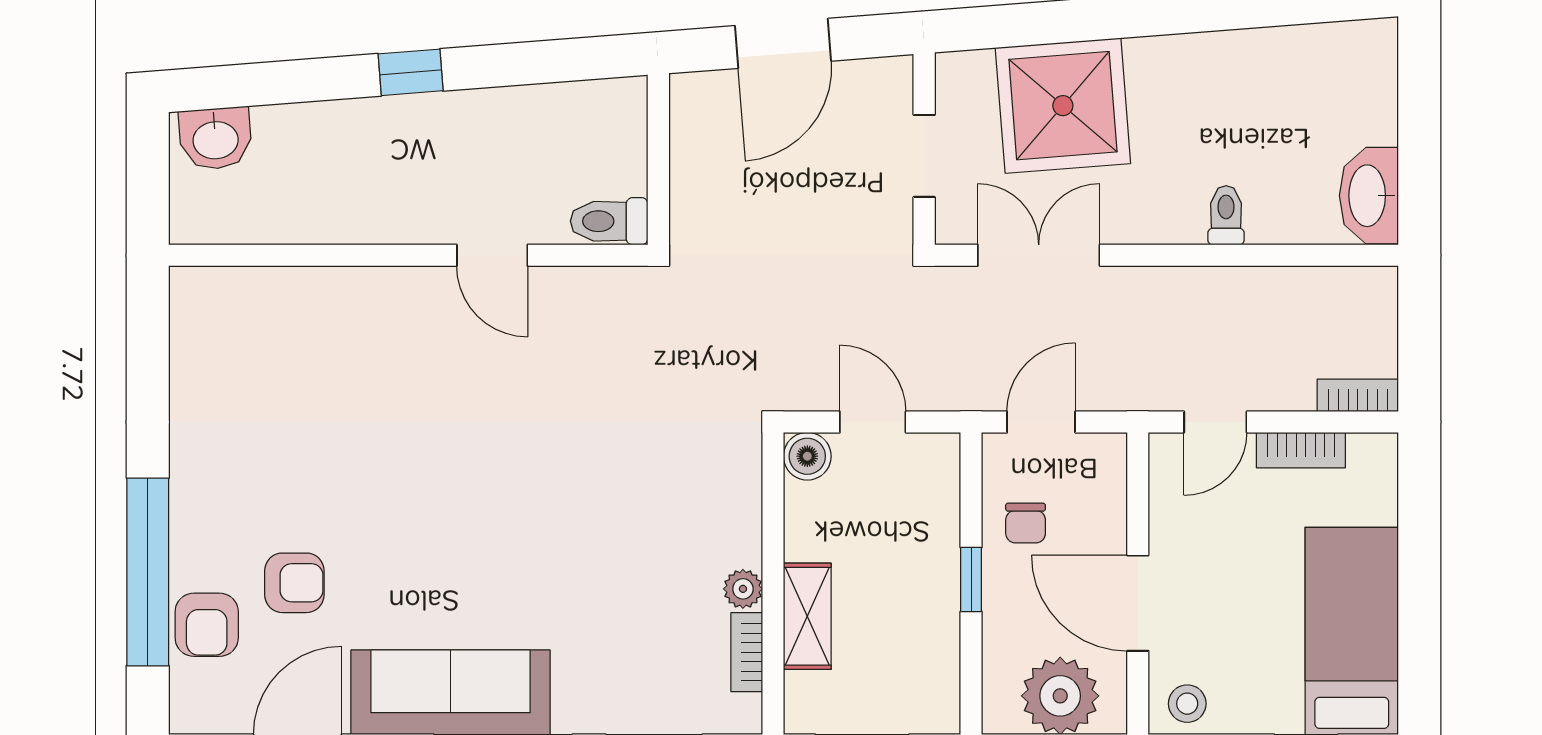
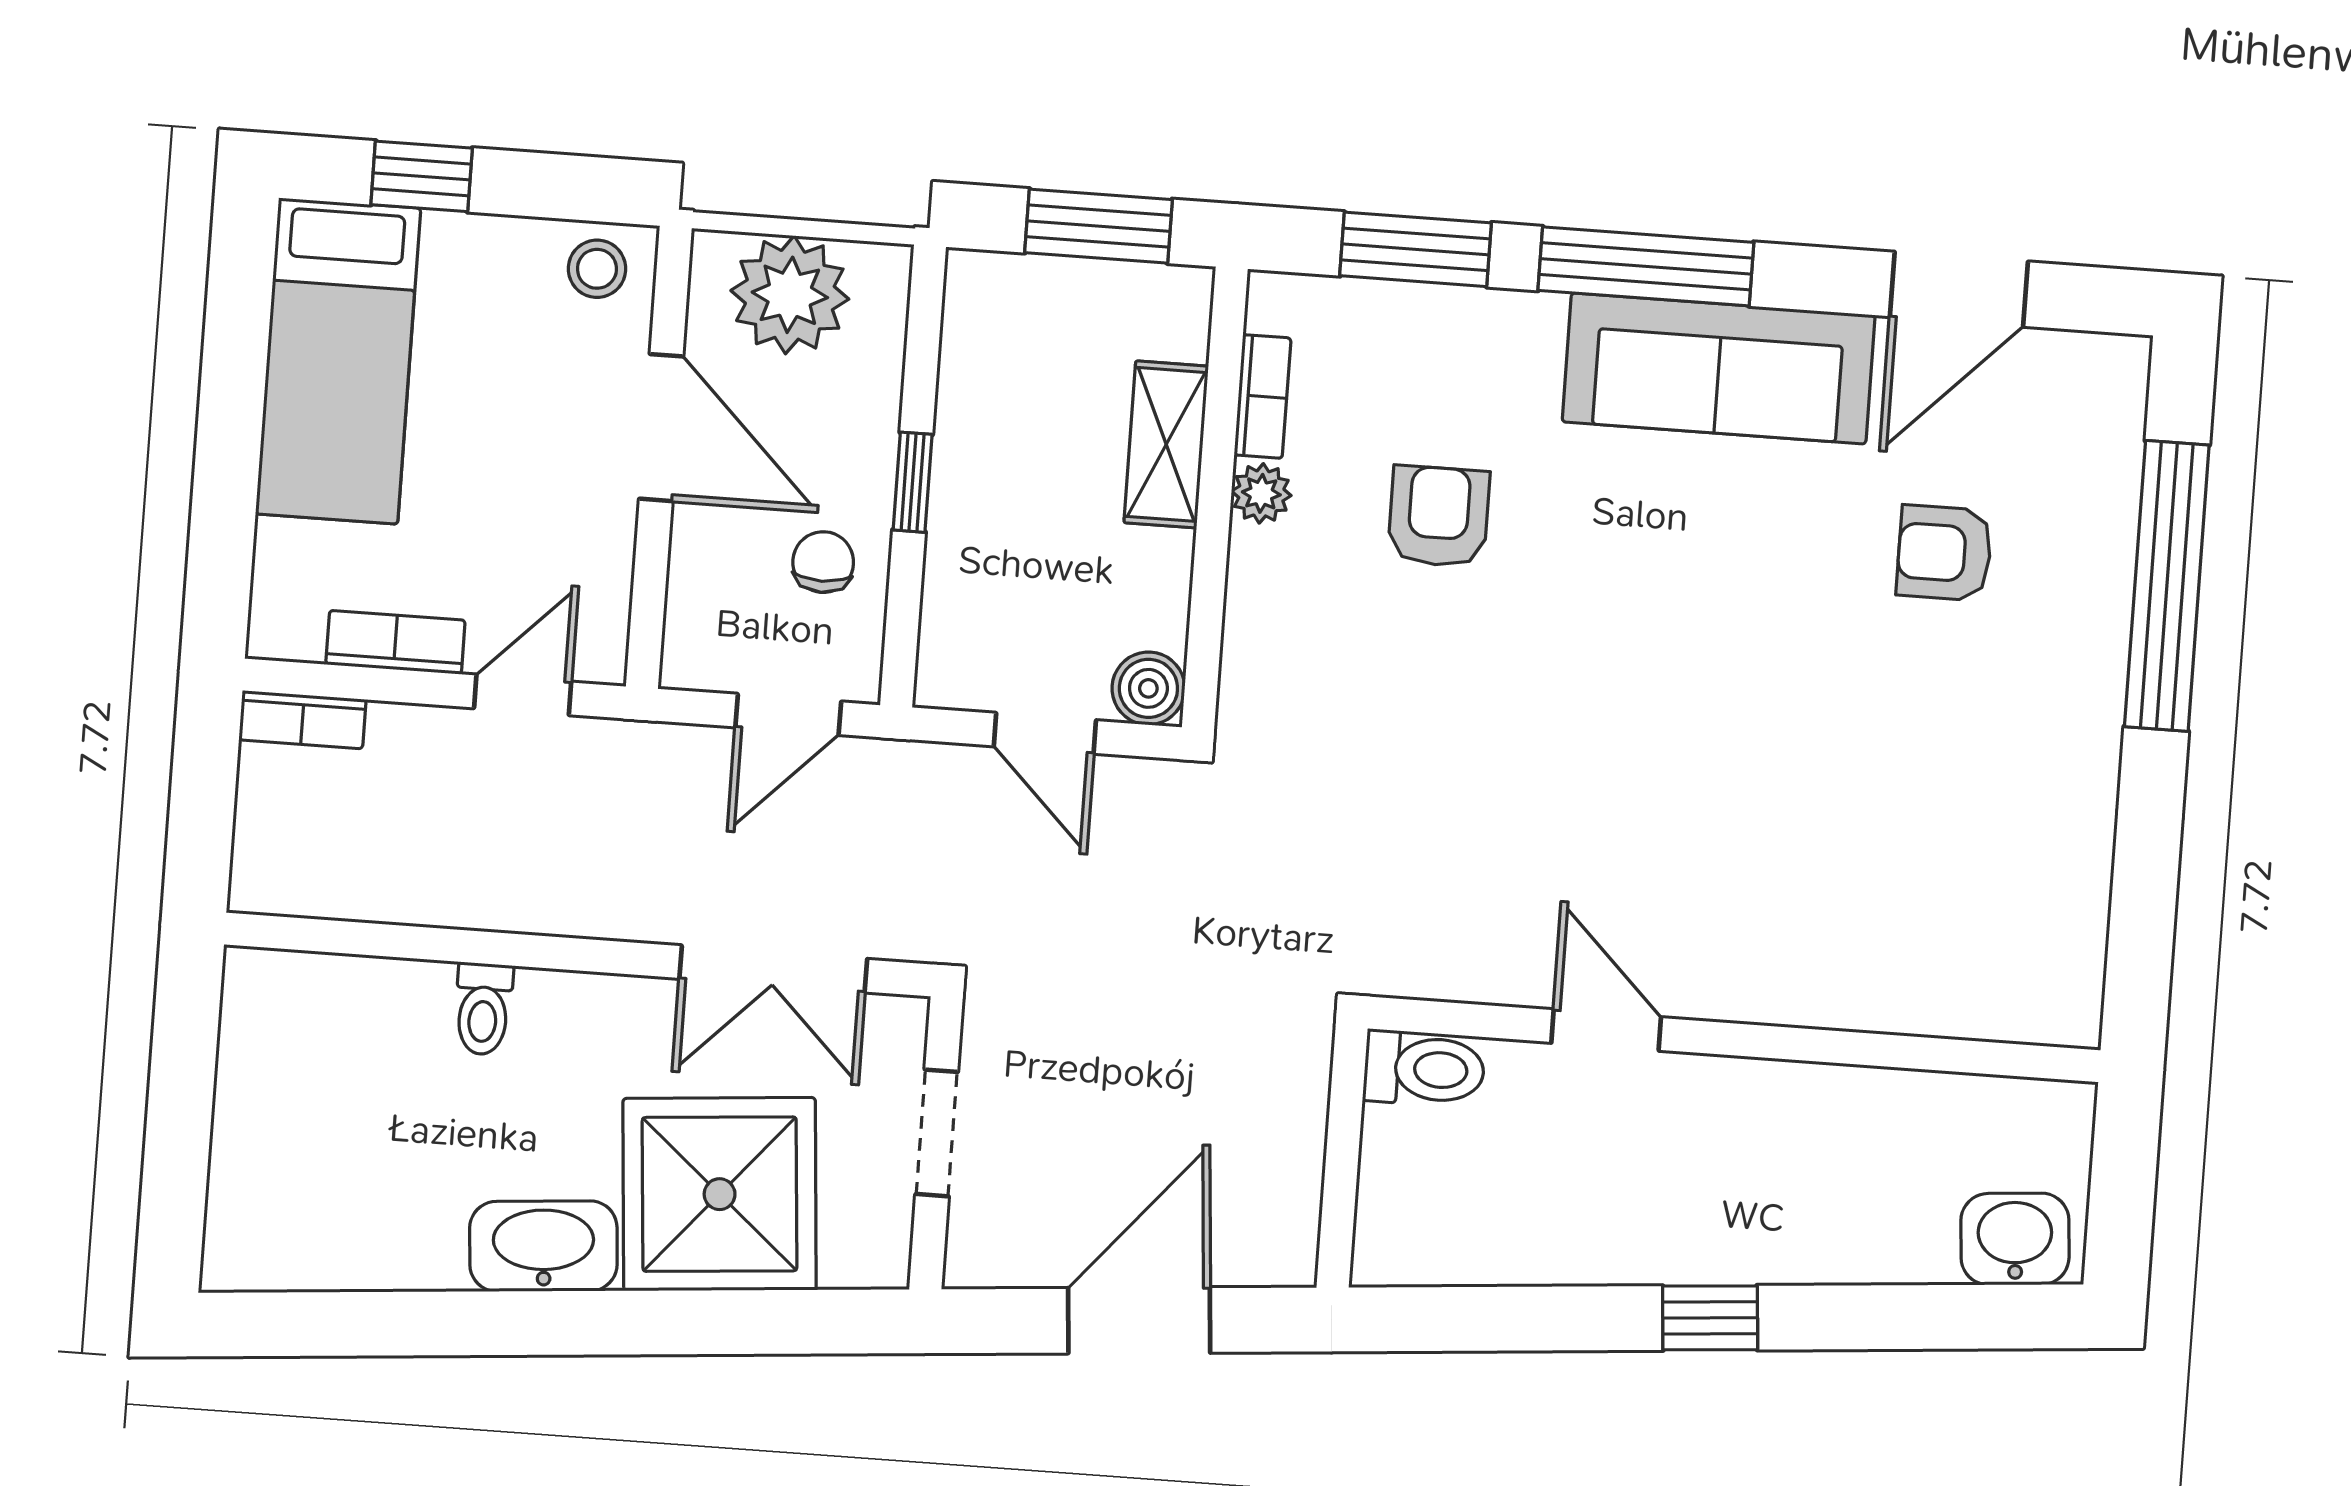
washbasin: (1369, 196) -> (543, 1246), moved, turned -94
armchair: (207, 625) -> (1439, 516), moved

